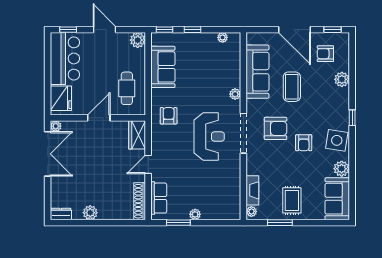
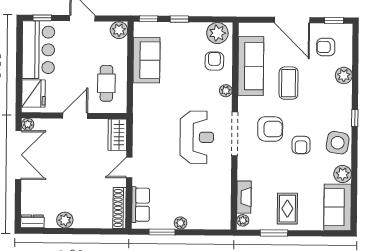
plant: (223, 37) -> (217, 33), width x1.88, depth x1.88
armchair: (169, 116) -> (214, 61), moved

